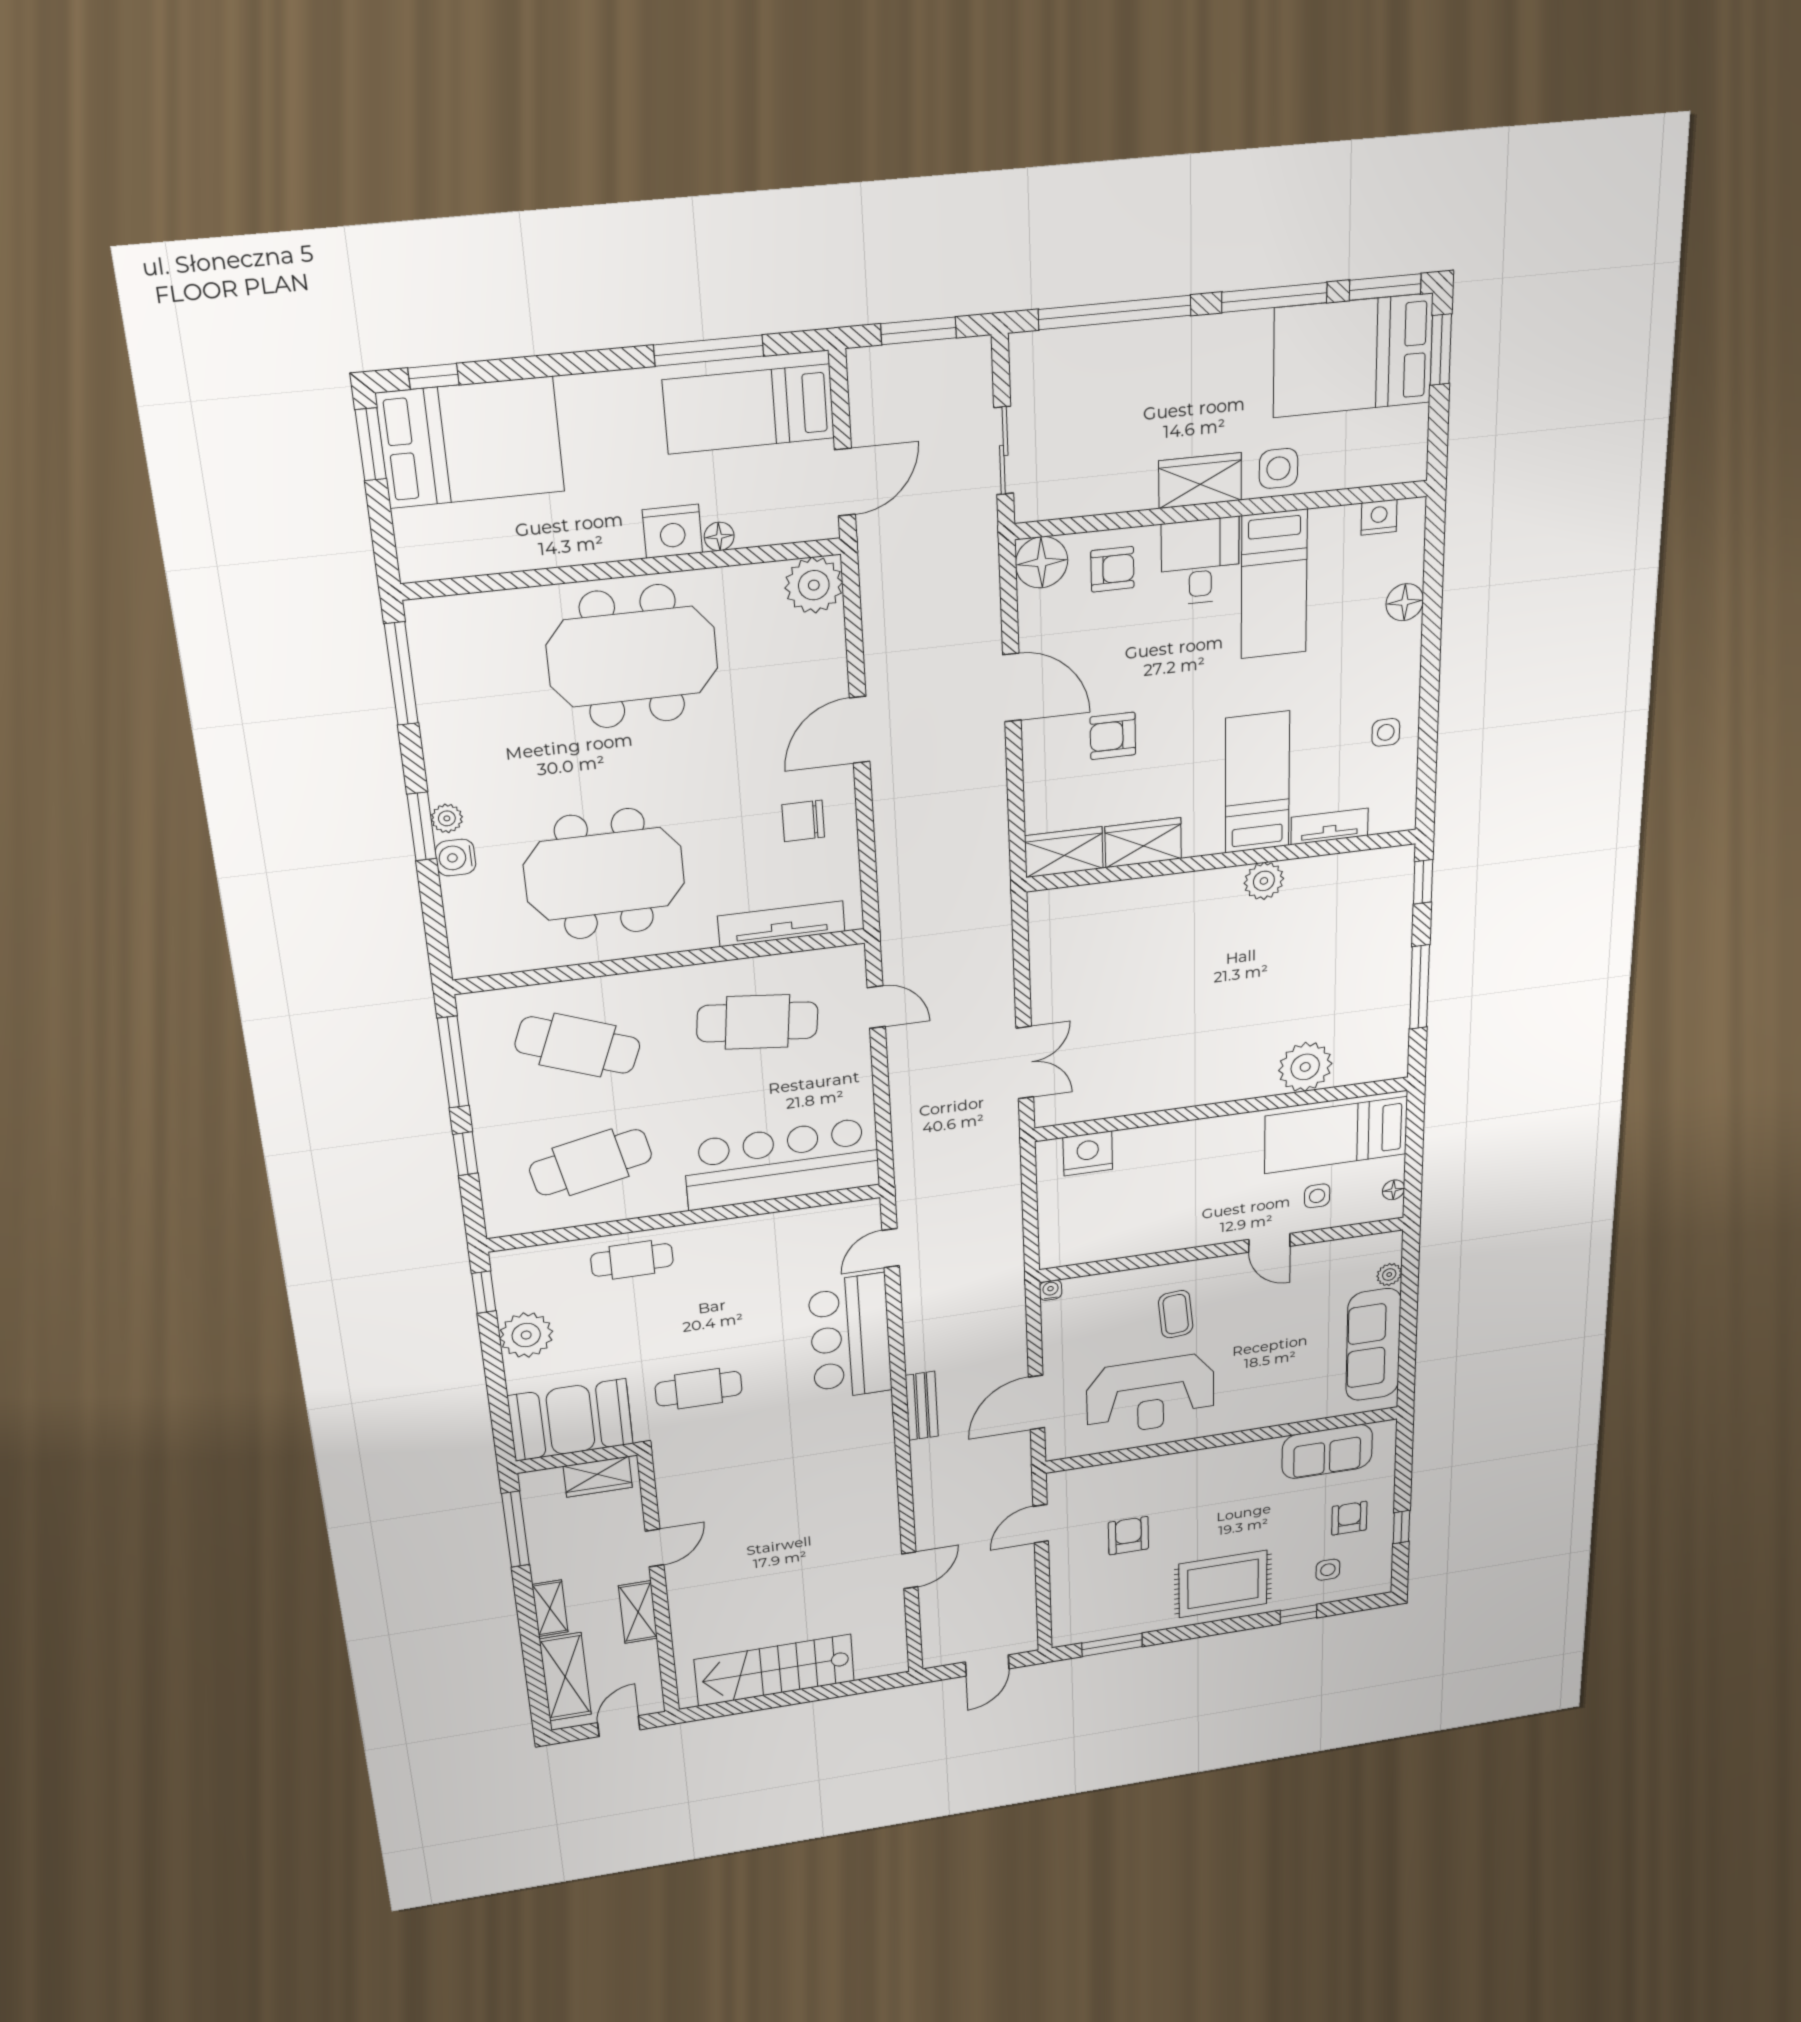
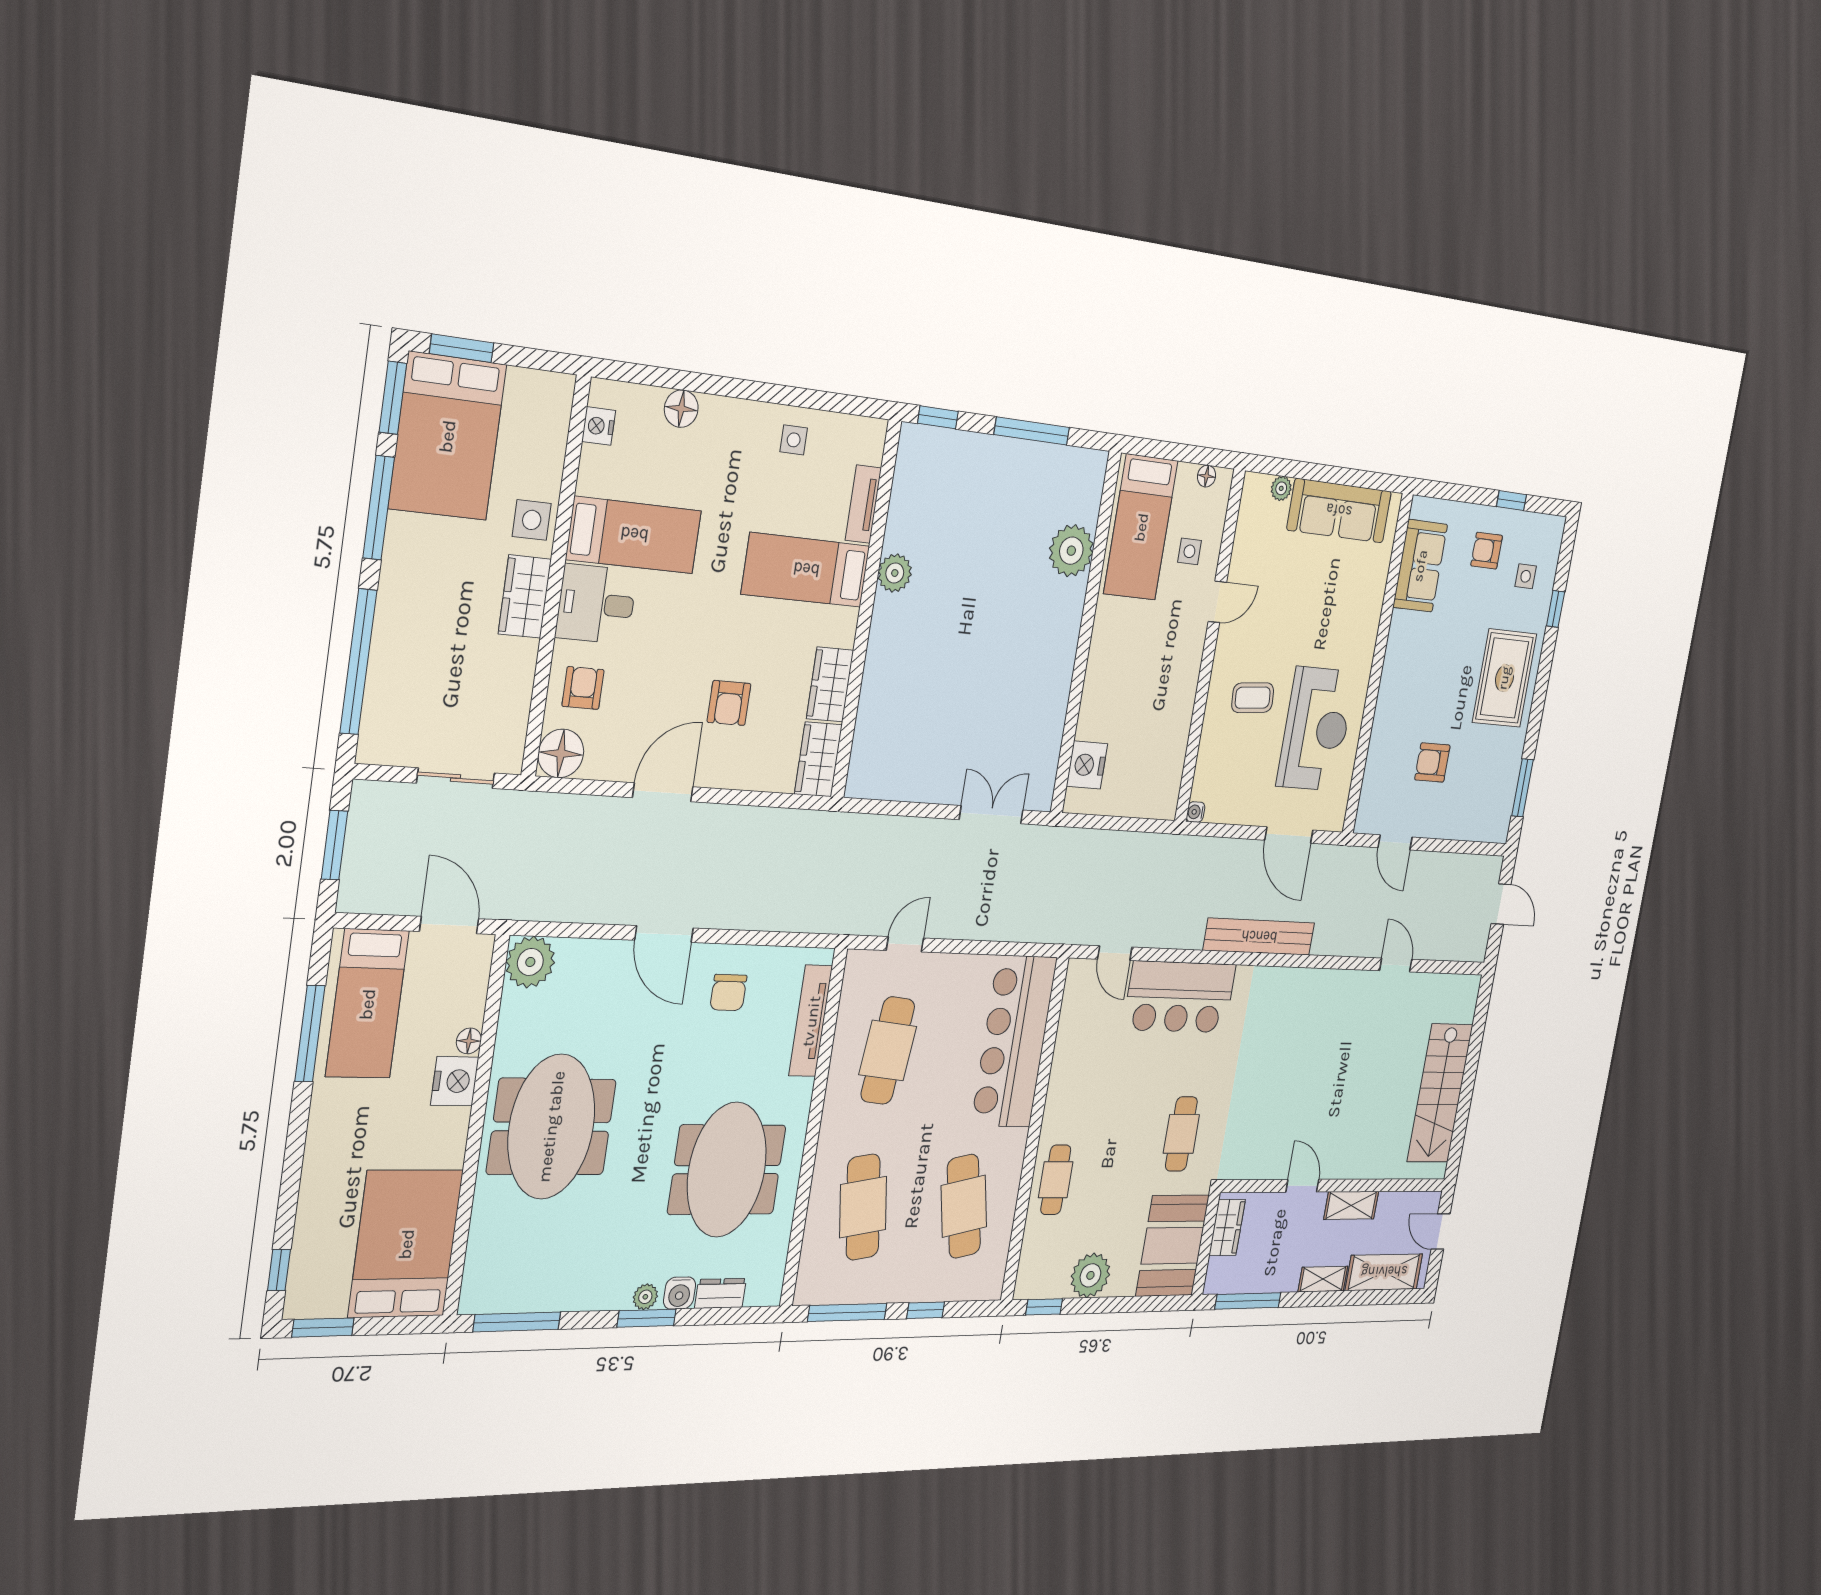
bed: (471, 442) -> (406, 1244), moved
dresser: (460, 906) -> (720, 1293), added
cafe table: (578, 1045) -> (863, 1207), turned -30
bench: (922, 1406) -> (1259, 937), width x1.86, depth x1.21

